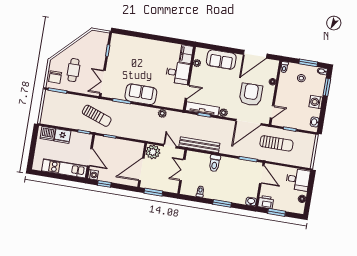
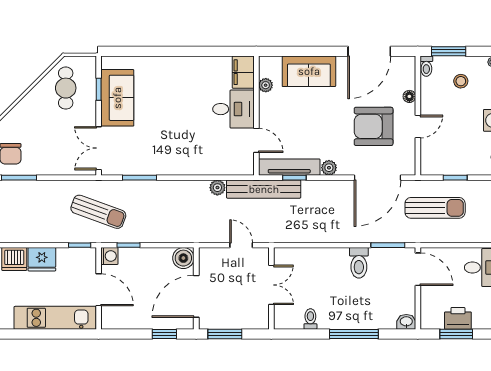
window: (308, 63) -> (449, 51), moved
cafe table: (73, 70) -> (66, 88), moved
door: (187, 92) -> (256, 140), hinge flipped
sofa: (141, 94) -> (117, 98), moved, turned 90
armchair: (251, 95) -> (374, 126), turned -90
door: (272, 112) -> (418, 127), moved
bench: (199, 145) -> (264, 189), moved
boiler: (138, 148) -> (183, 258), added
plant: (153, 152) -> (212, 261), removed
toilet: (215, 163) -> (359, 263), moved
double door: (182, 170) -> (271, 285), swing flipped
washing machine: (93, 175) -> (109, 256), moved
window: (104, 184) -> (164, 334), moved
printer: (266, 202) -> (458, 318), moved
window: (222, 203) -> (354, 334), width x1.44

